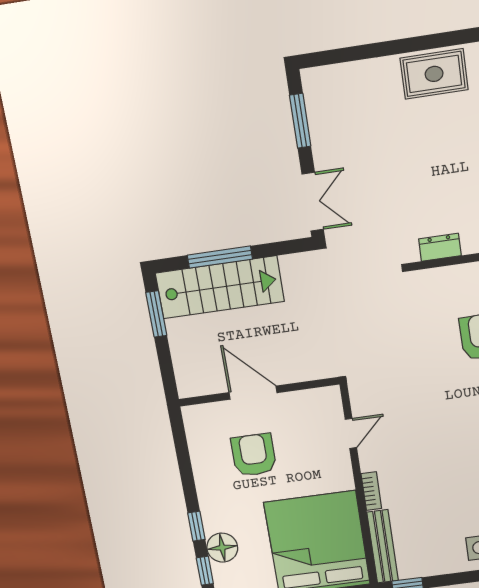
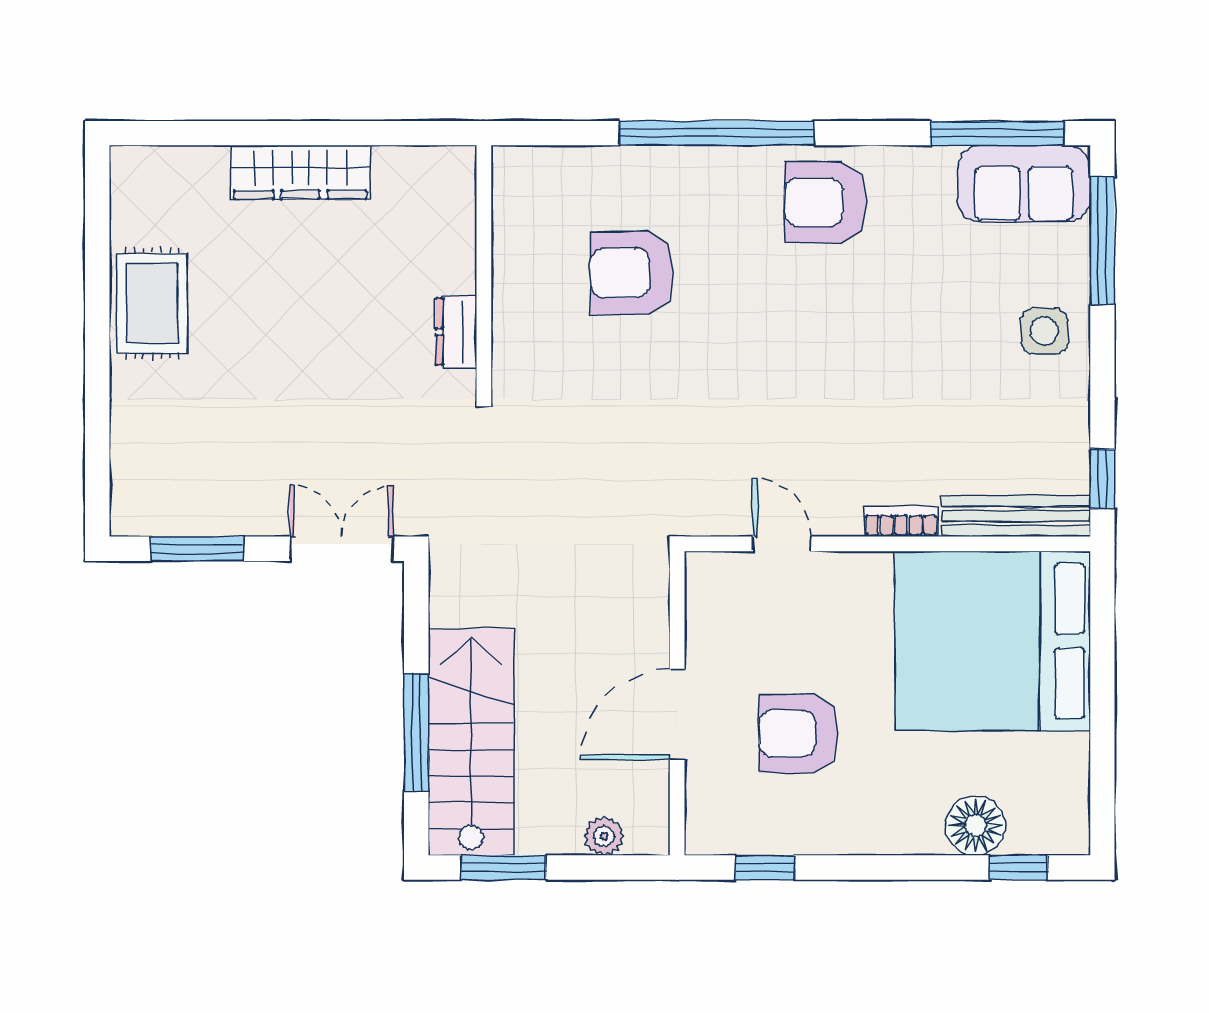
plant: (183, 364) -> (604, 836), added
window: (196, 526) -> (765, 868), moved

